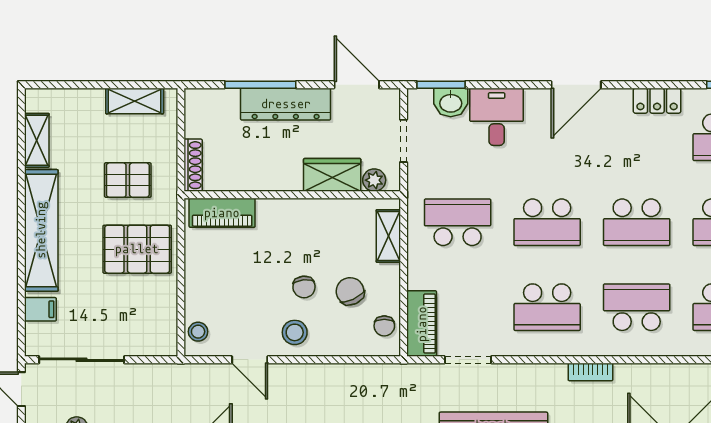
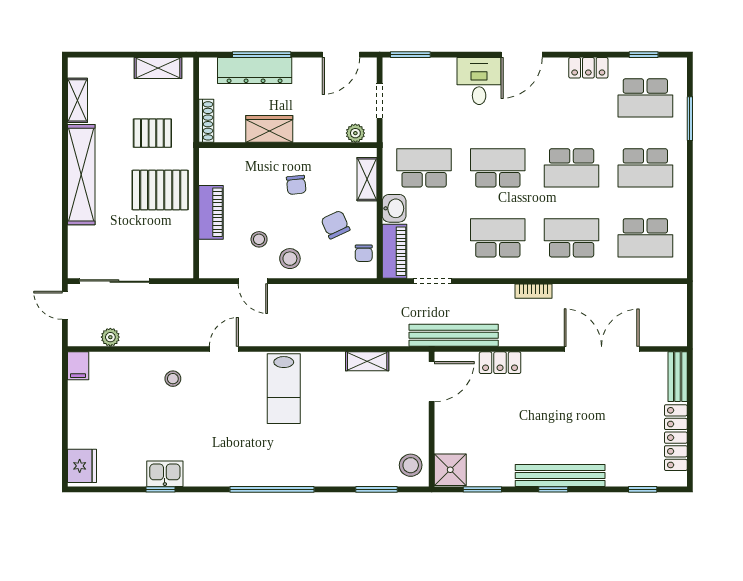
door: (357, 85) -> (341, 55), swing flipped
washbasin: (451, 102) -> (394, 208), moved, turned -90
dresser: (286, 104) -> (255, 71), moved
desk: (497, 117) -> (479, 81), moved
wardrobe: (332, 175) -> (269, 129), moved
piano: (222, 213) -> (211, 212), moved, turned -90
school desk: (547, 222) -> (498, 168), turned 180
chair: (304, 287) -> (296, 185), moved
school desk: (547, 307) -> (498, 238), turned 180
filing cabinet: (40, 309) -> (80, 240), removed
stool: (198, 332) -> (259, 239), moved

